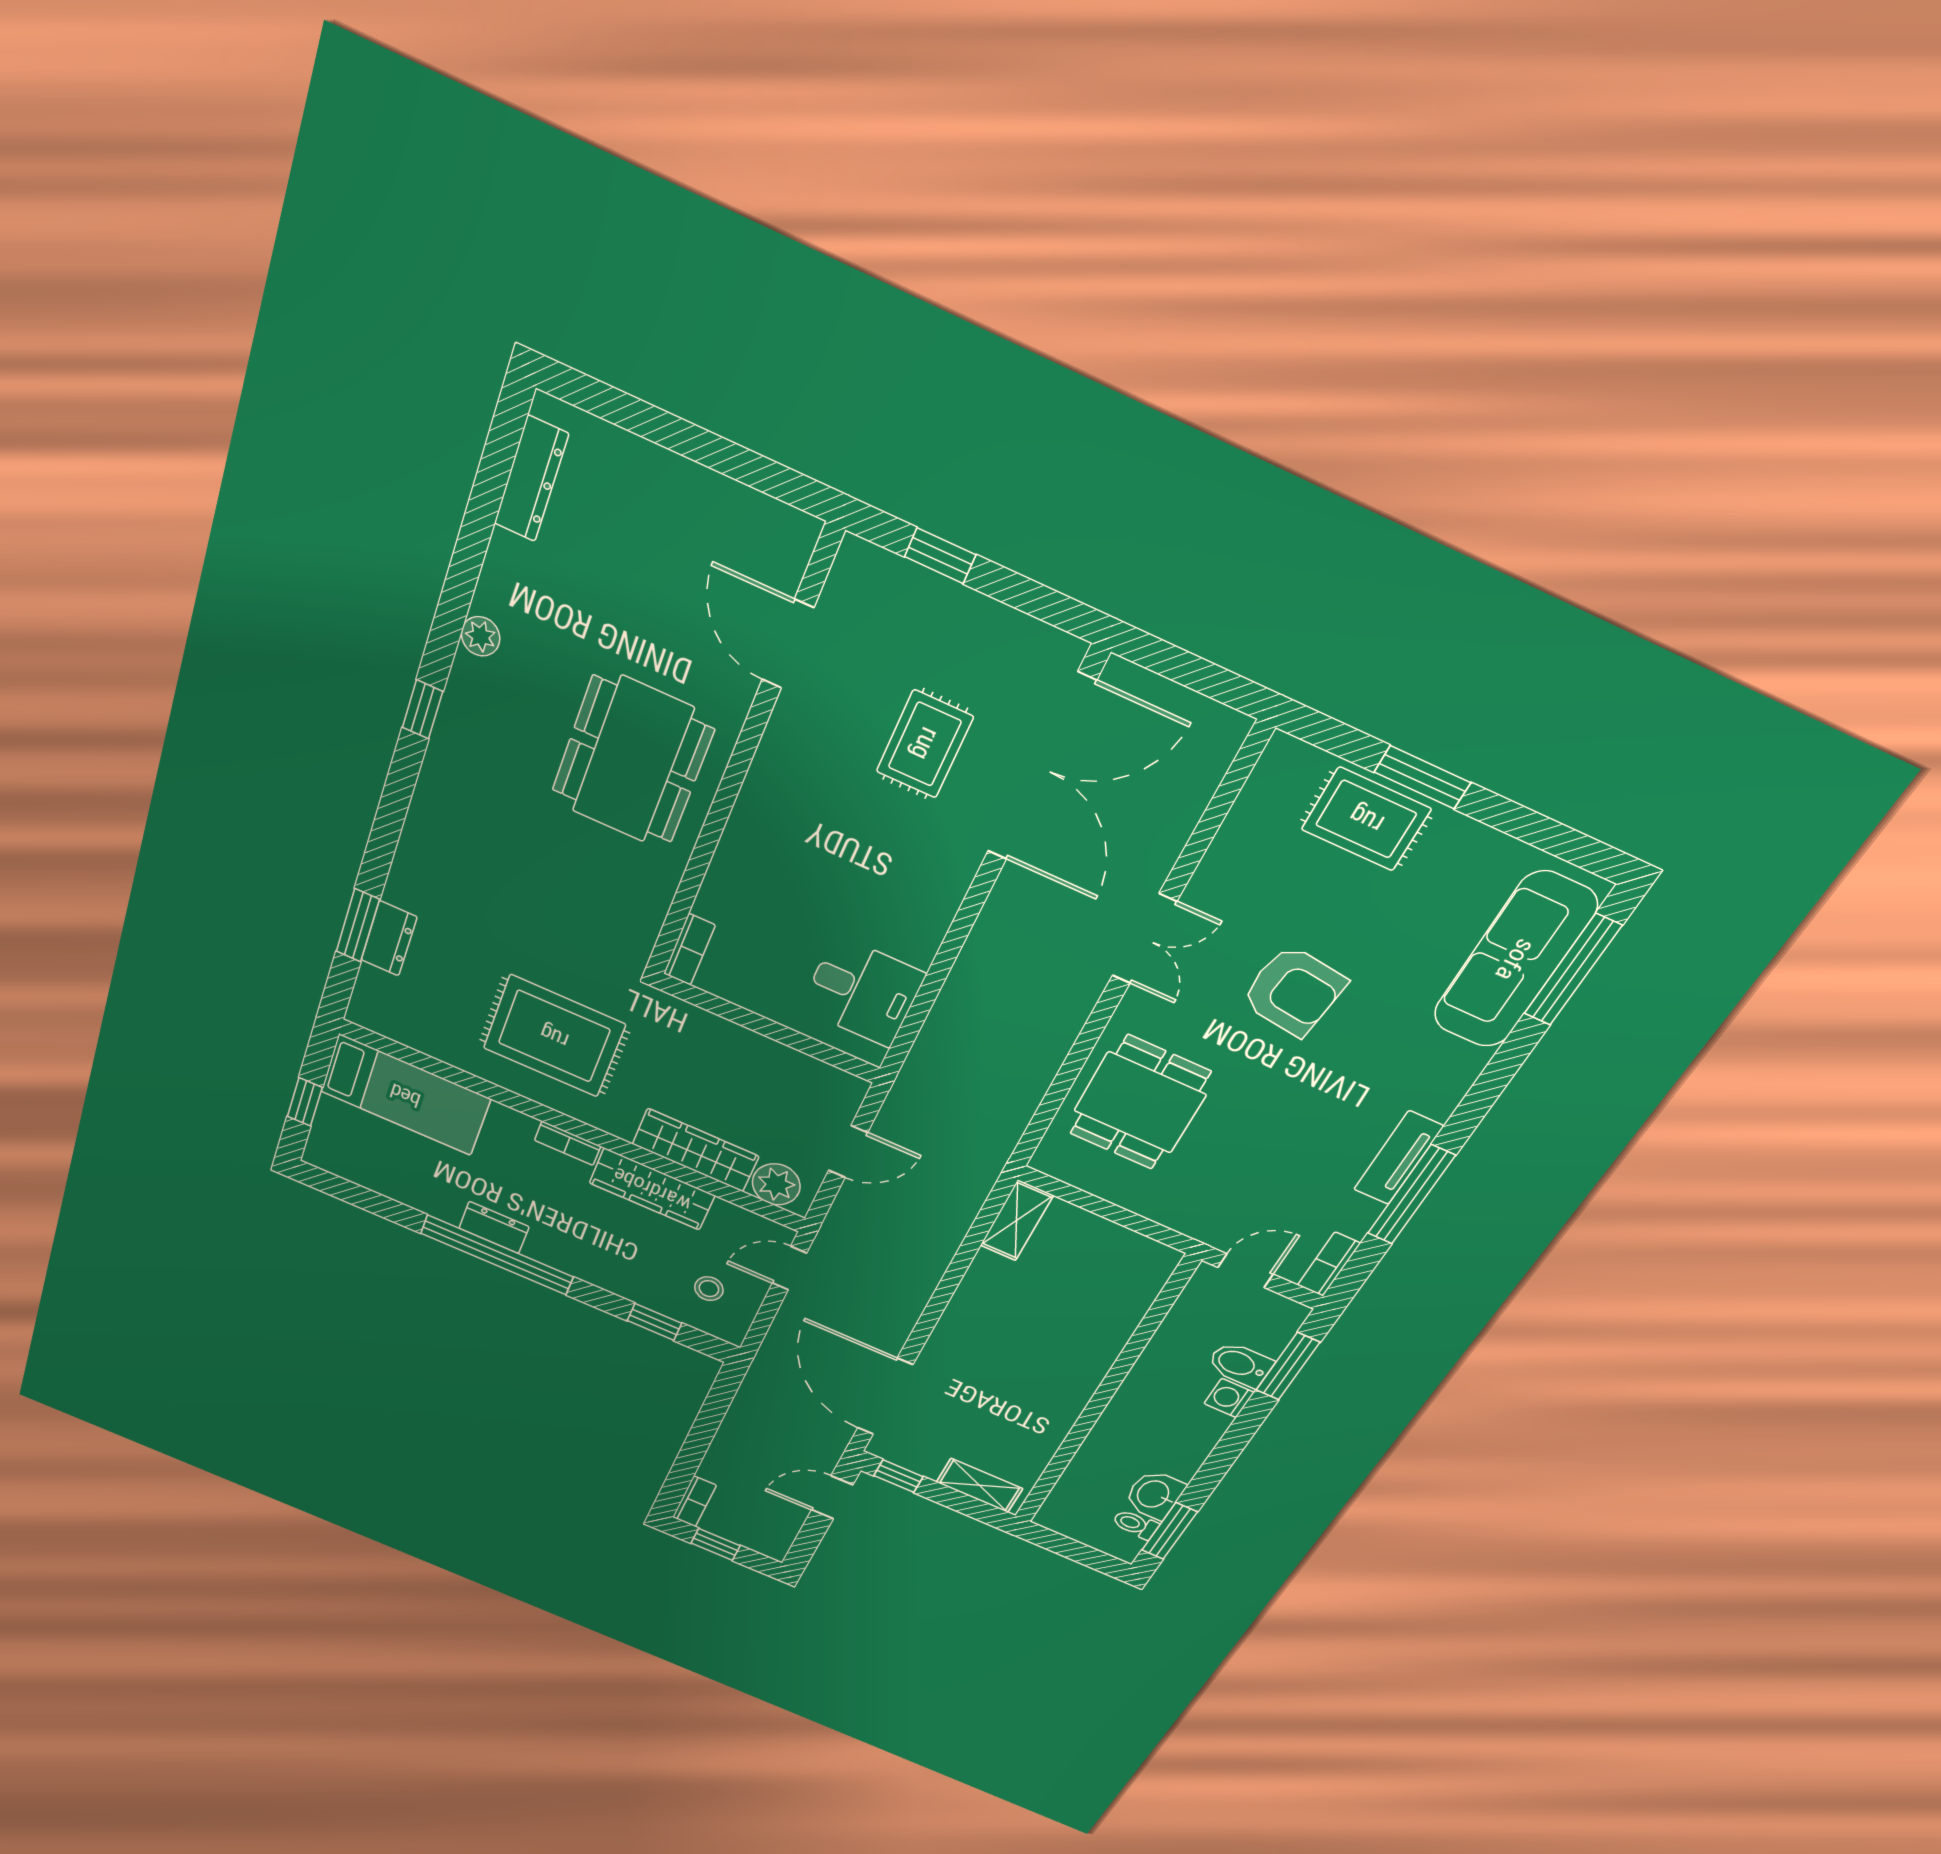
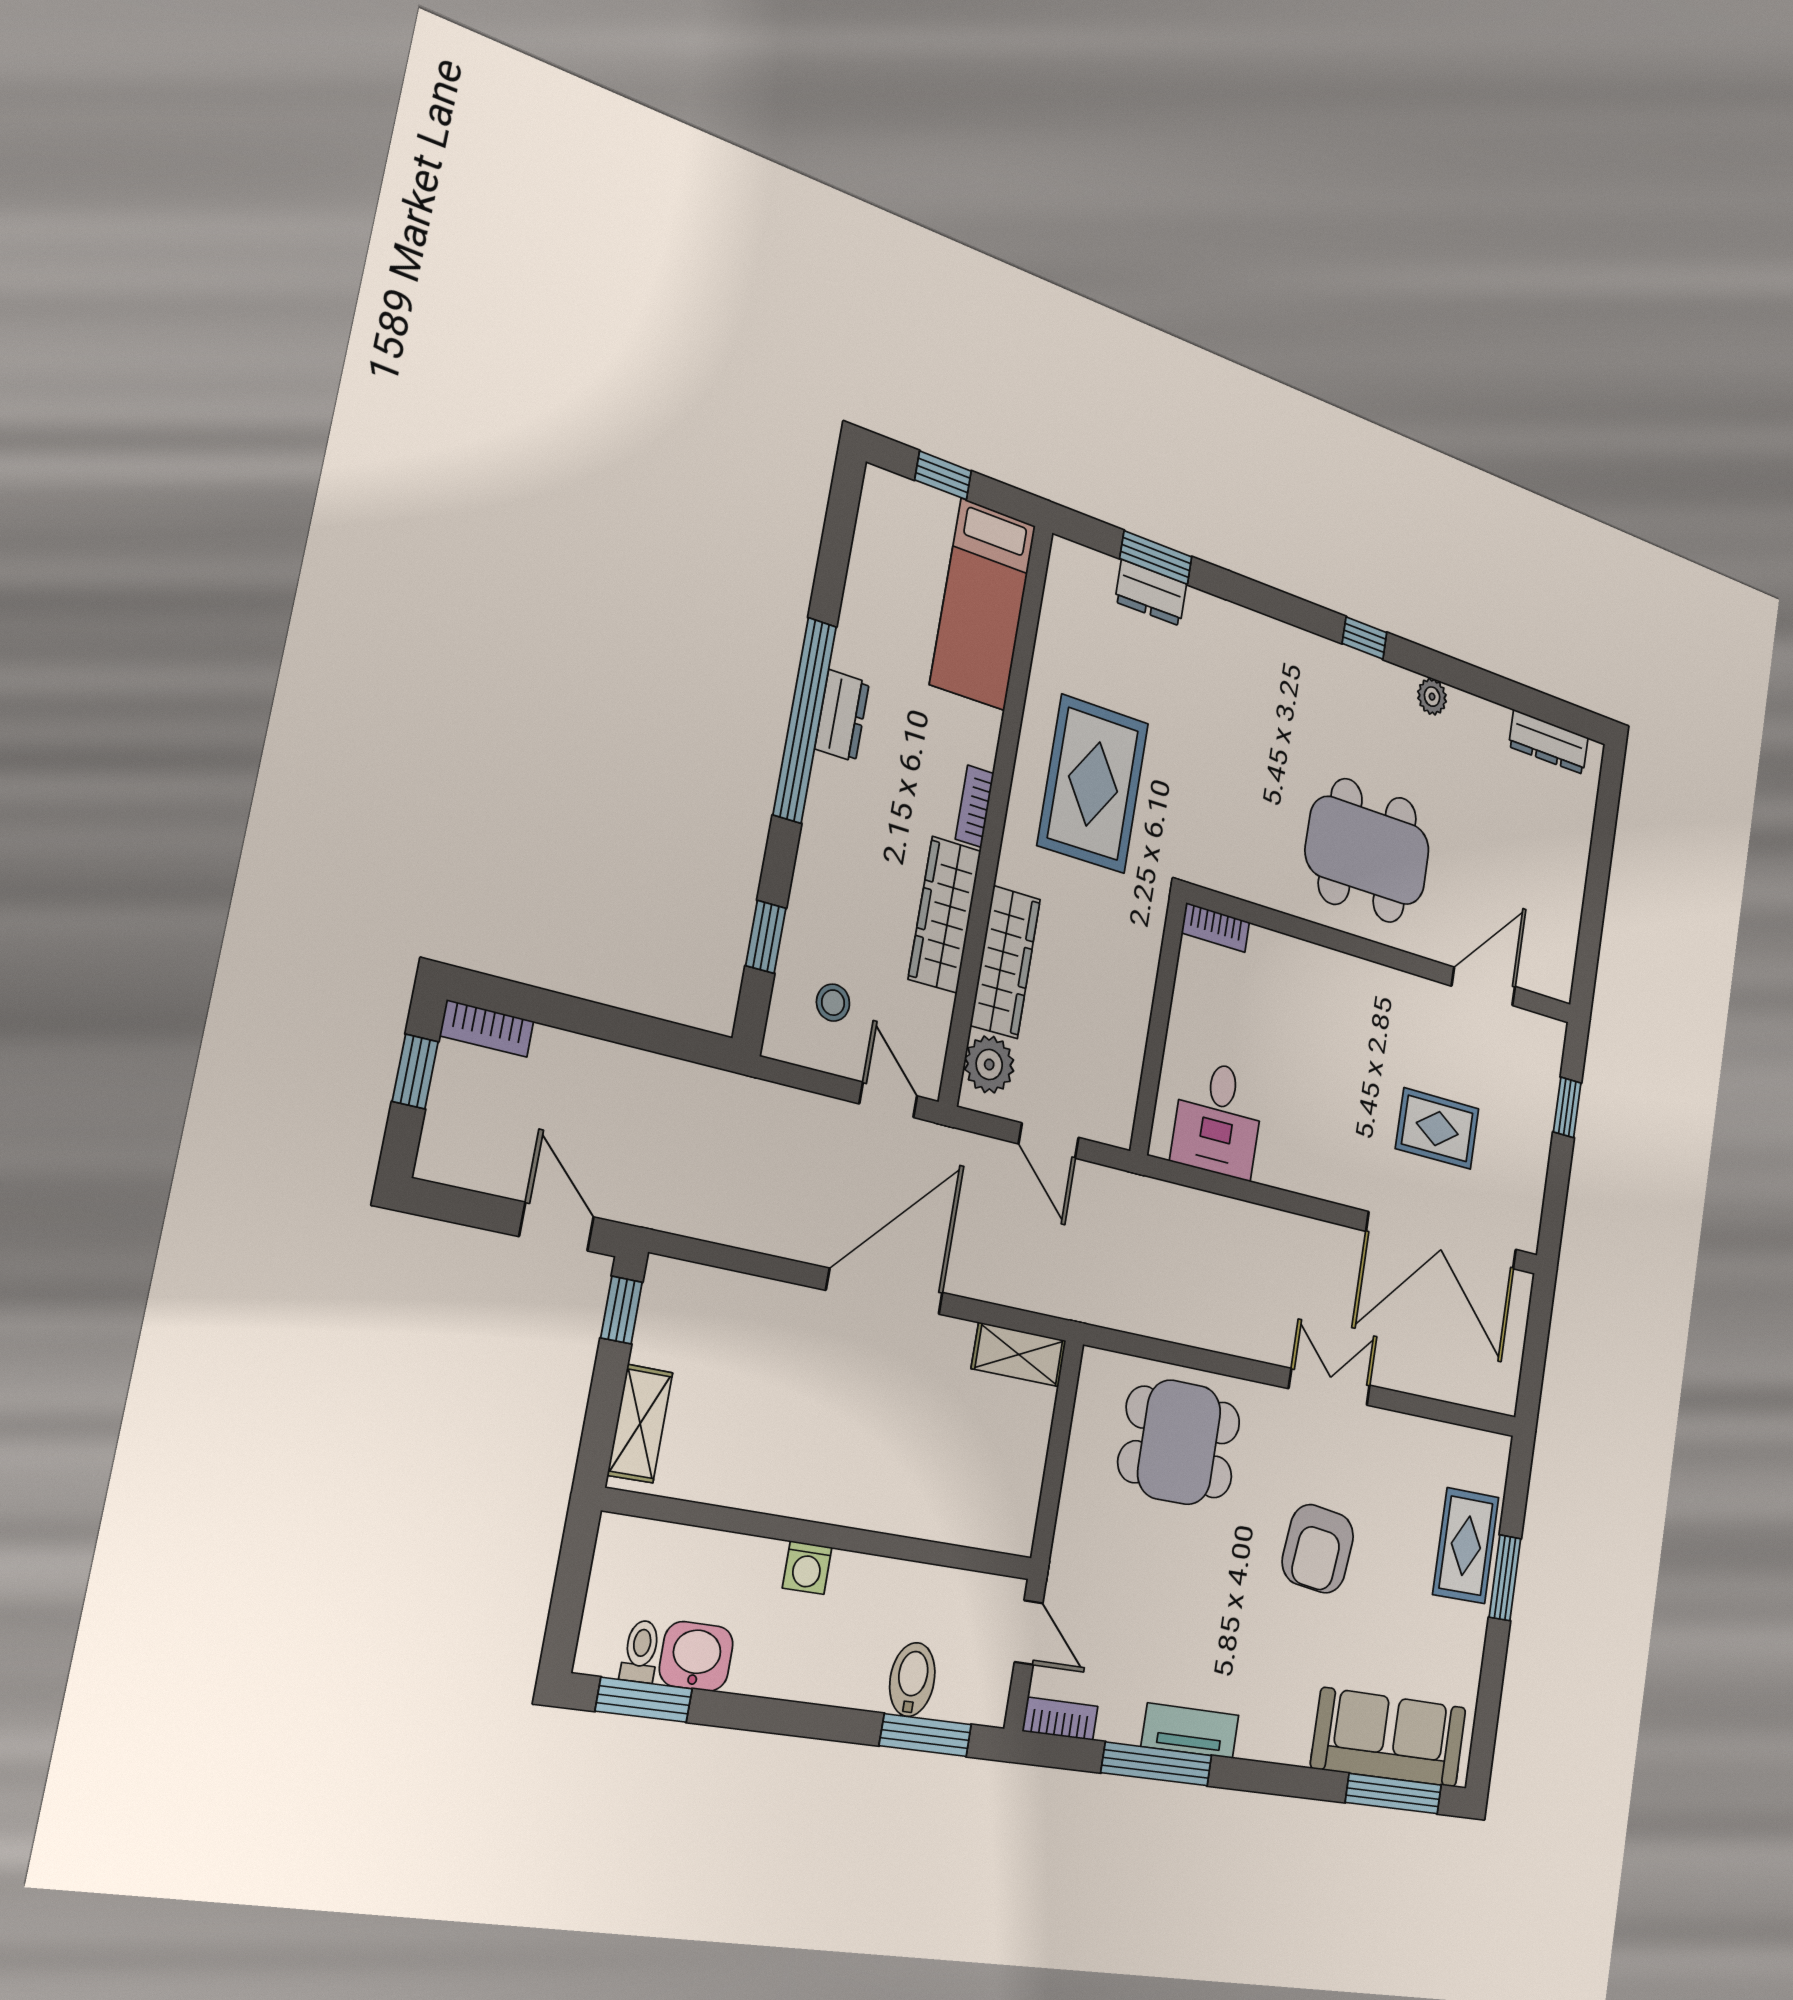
double door: (1144, 939) -> (1329, 1387), swing flipped
door: (885, 1397) -> (885, 1291), moved
washing machine: (1229, 1398) -> (807, 1568), moved, turned 180

